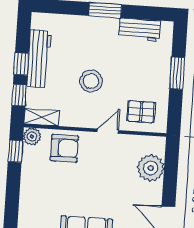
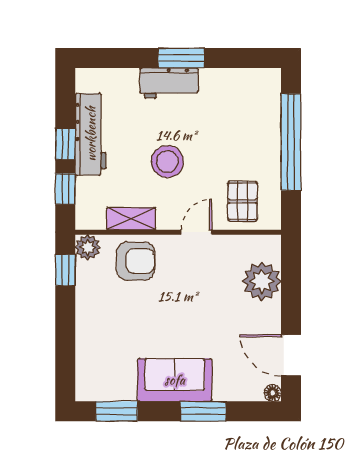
workbench: (139, 30) -> (169, 83), moved
window: (177, 73) -> (291, 142), width x2.11
pallet: (141, 112) -> (242, 201), turned 90
shelving: (42, 117) -> (131, 219), moved

